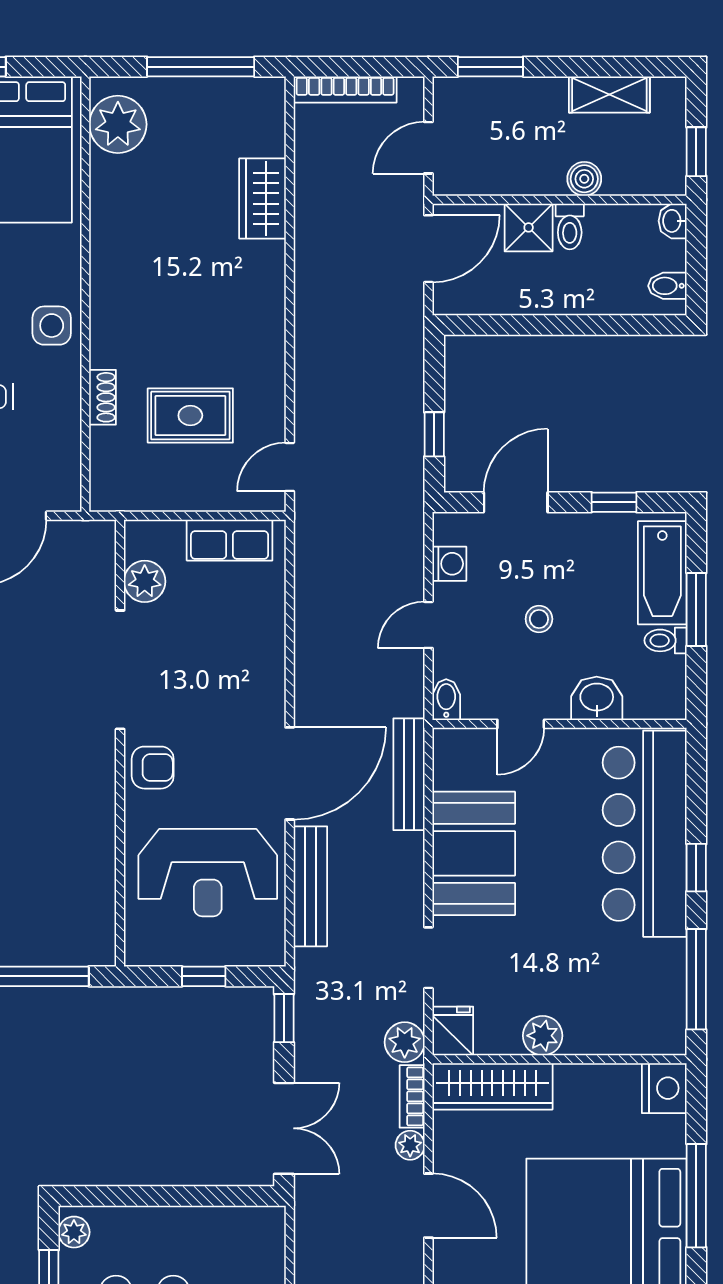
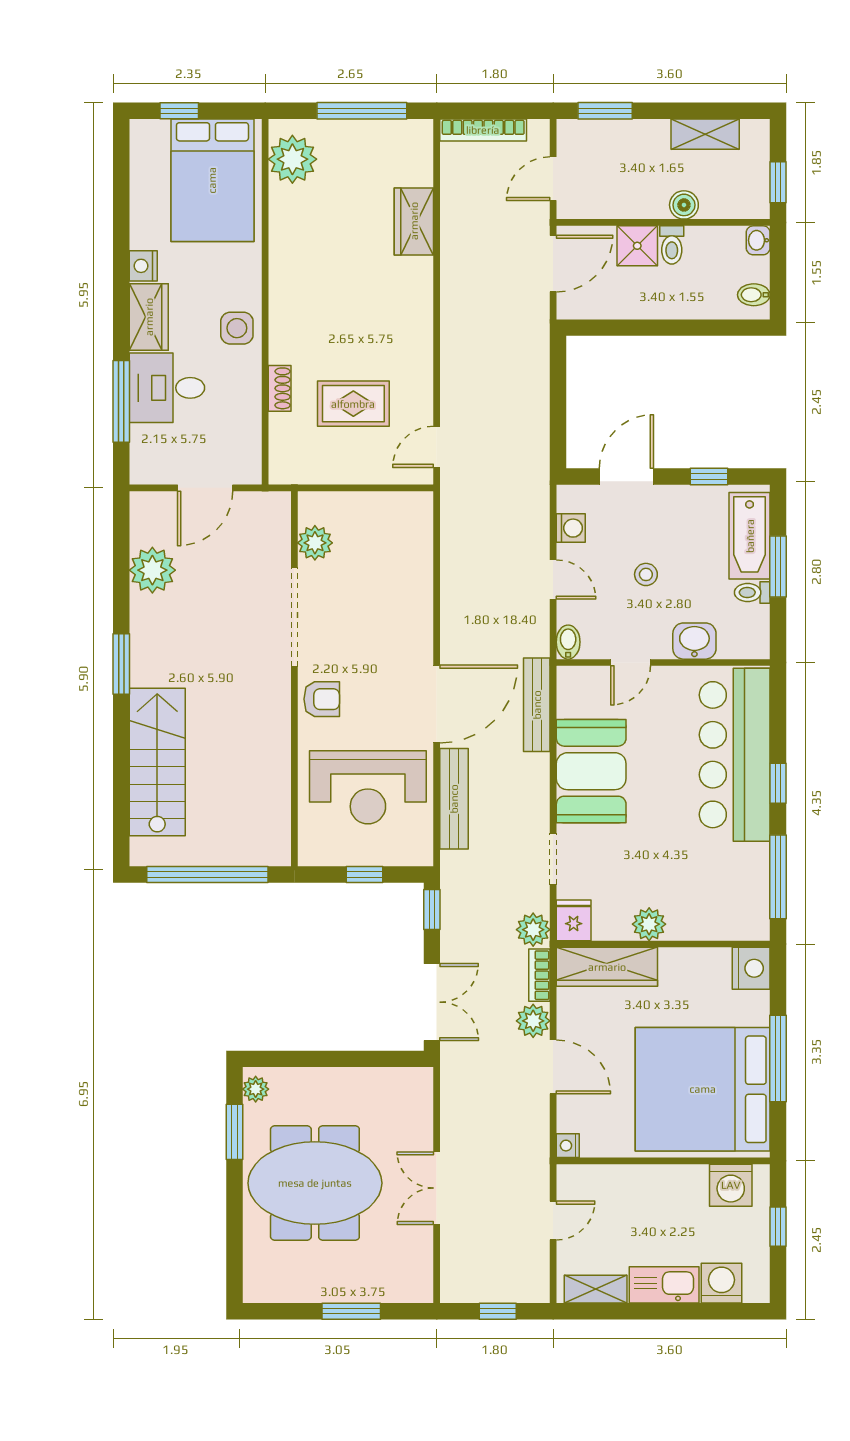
window: (434, 434) -> (558, 419), removed
row of seats: (230, 540) -> (386, 508), removed
door: (428, 625) -> (553, 579), swing flipped
plant: (410, 1145) -> (533, 1021), width x1.38, depth x1.38

